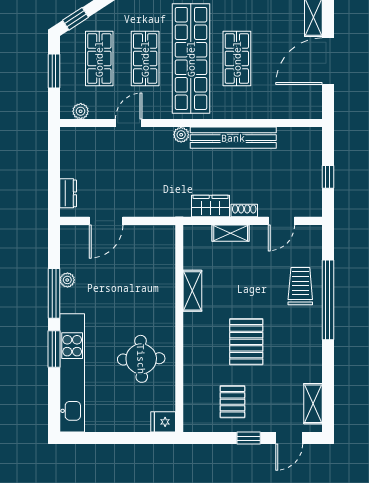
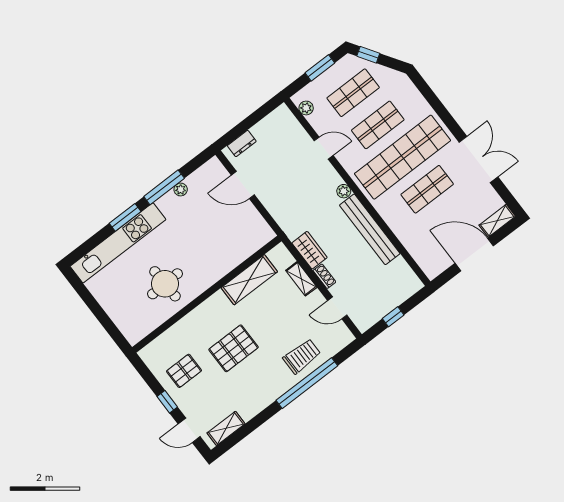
shelving: (192, 291) -> (249, 280), width x1.50, depth x1.33
fridge: (163, 422) -> (133, 333), removed

